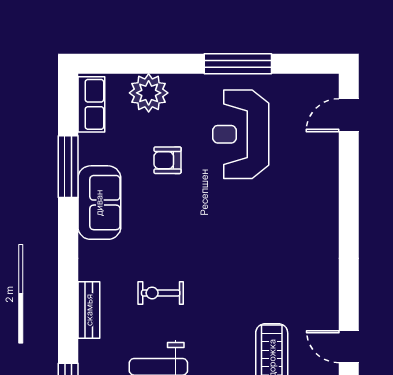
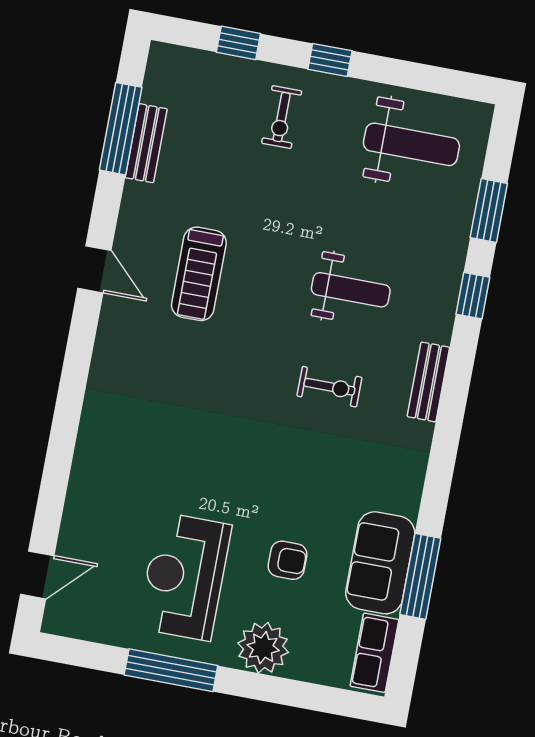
plant: (149, 93) -> (263, 648), moved
reception desk: (241, 134) -> (185, 577), turned 180
sofa: (99, 203) -> (380, 563), moved

